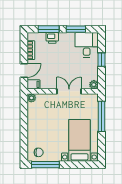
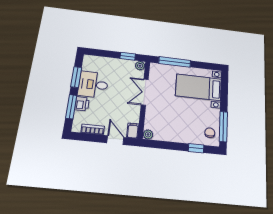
desk: (87, 45) -> (93, 85), moved
window: (102, 60) -> (128, 56), moved
window: (24, 141) -> (196, 148), added

